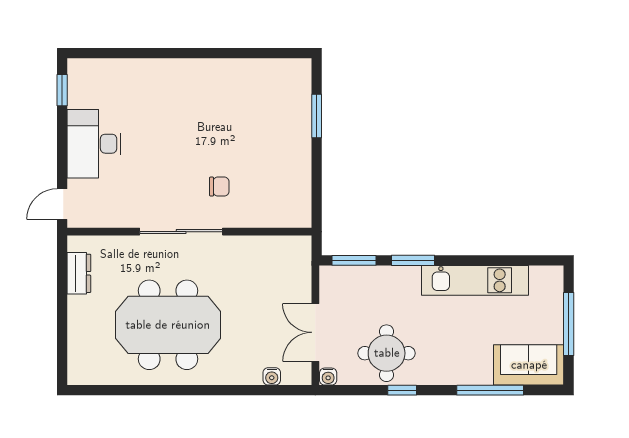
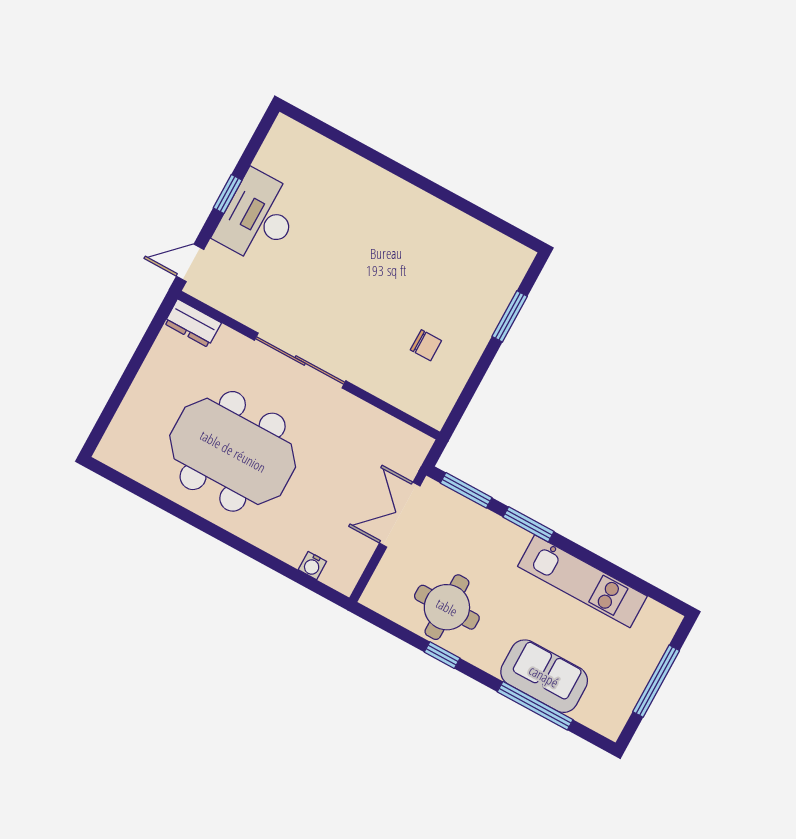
window: (62, 90) -> (228, 194), moved
chair: (219, 187) -> (426, 345), moved
dresser: (79, 273) -> (193, 323), moved, turned 90
double door: (315, 332) -> (400, 515), moved
sofa: (529, 365) -> (544, 676), moved
water cooler: (328, 377) -> (372, 598), removed

